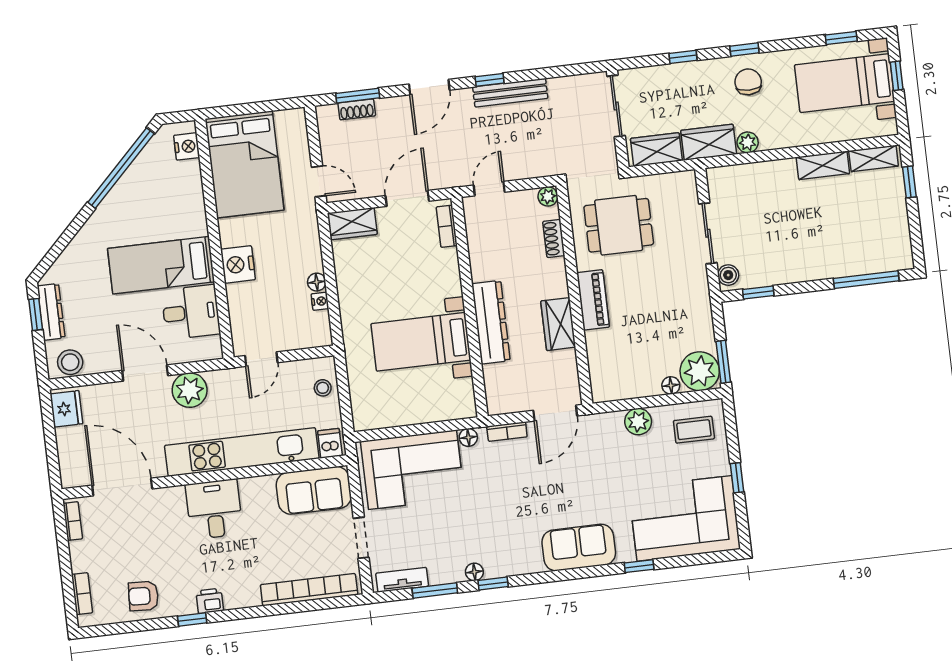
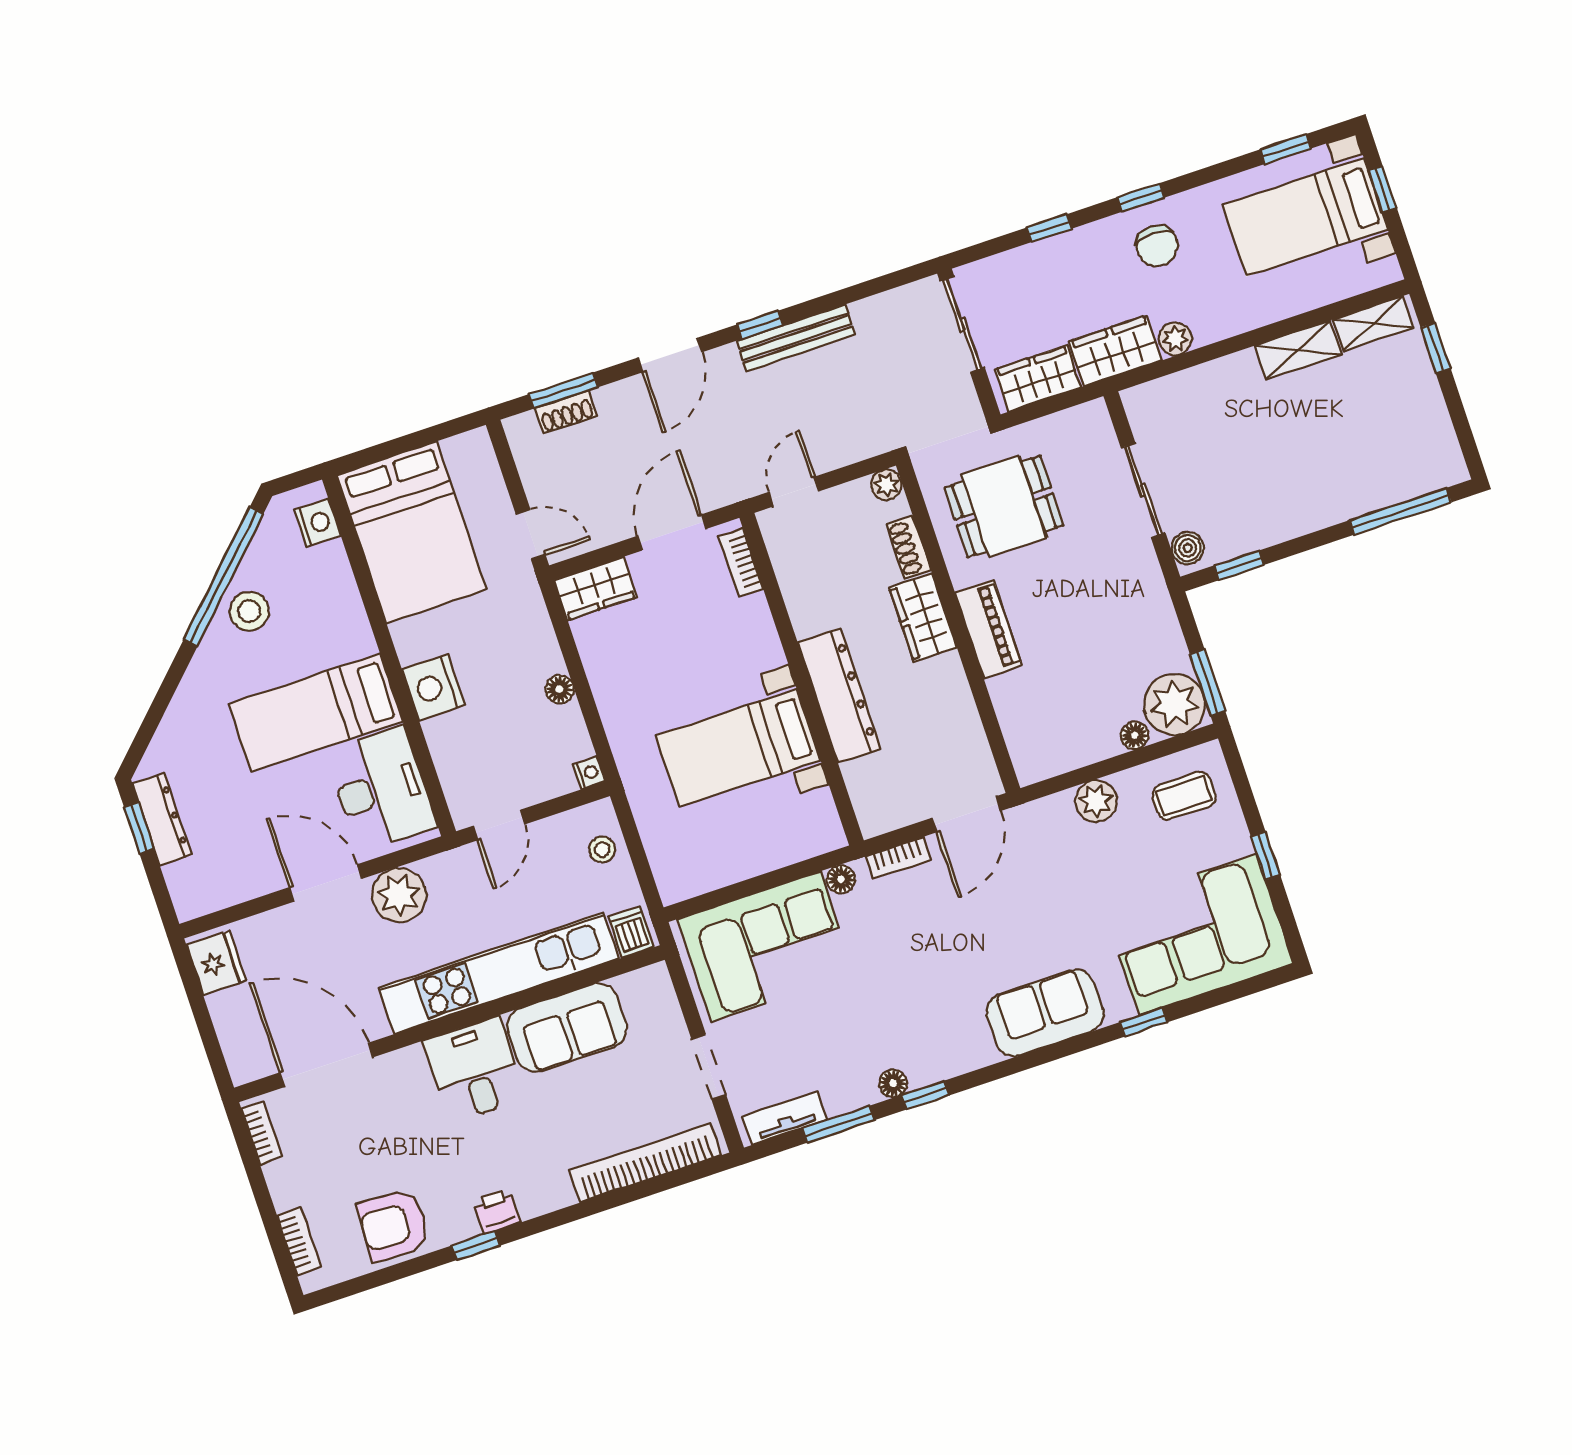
chair: (748, 82) -> (1157, 246), turned 180
nightstand: (320, 301) -> (589, 773), moved
desk: (191, 312) -> (381, 789), width x1.37
wardrobe: (558, 324) -> (923, 617), moved
stool: (70, 362) -> (249, 611), moved
sofa: (314, 490) -> (567, 1027), moved
armchair: (143, 596) -> (394, 1225), width x1.38, depth x1.38

